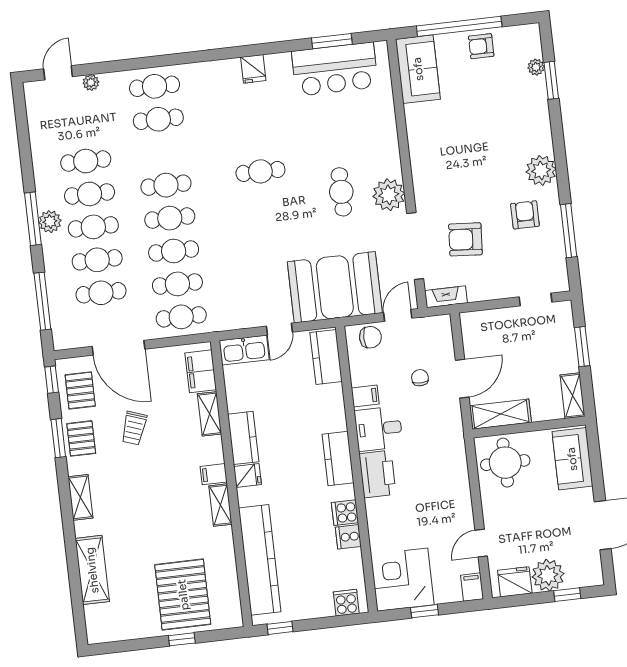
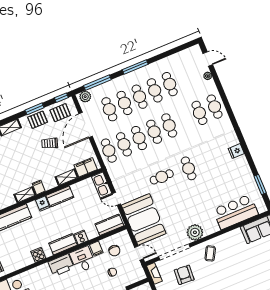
bar counter: (335, 69) -> (236, 212), moved, turned 90
coffee table: (438, 177) -> (210, 253), added
cafe table: (341, 192) -> (162, 177), moved
plant: (50, 222) -> (85, 97), moved
chair: (370, 337) -> (114, 251), moved
cooker: (348, 537) -> (81, 237), moved

